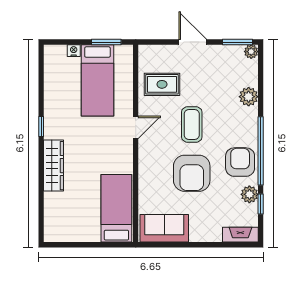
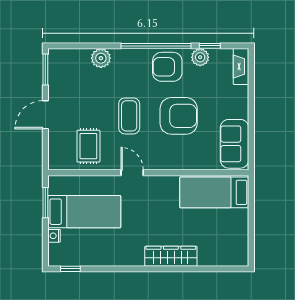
plant: (251, 52) -> (55, 56), removed
coffee table: (192, 125) -> (129, 116), turned 90
window: (41, 126) -> (70, 269), moved

